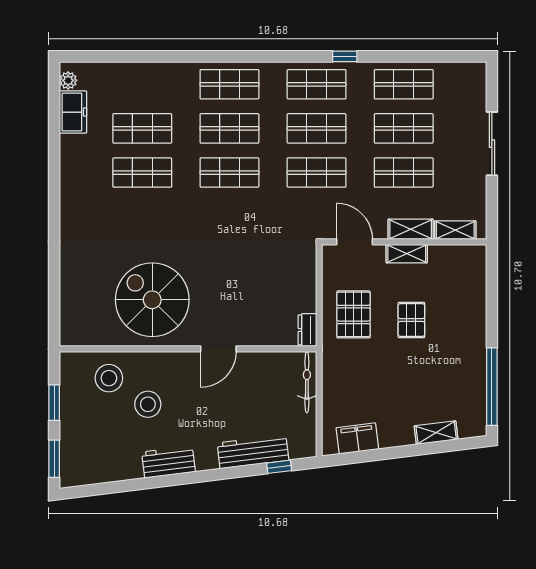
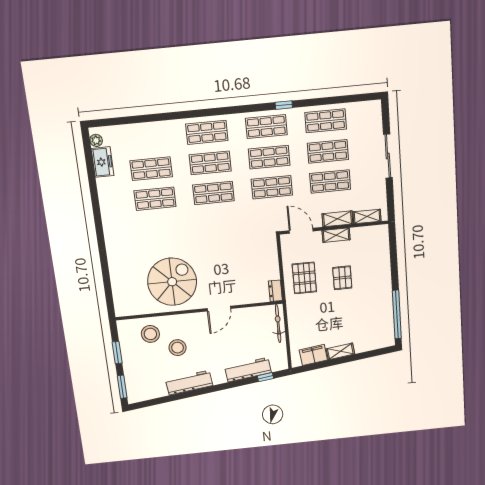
spiral stairs: (152, 300) -> (172, 282), turned 90
shelving: (436, 433) -> (340, 351), moved
workbench: (168, 462) -> (189, 383), width x1.38

